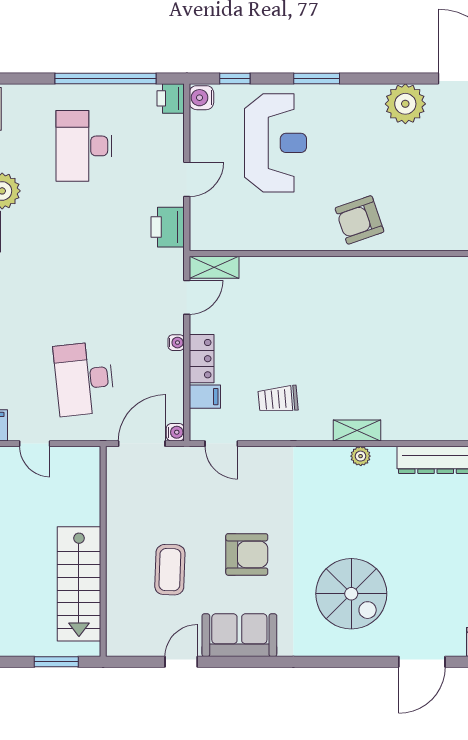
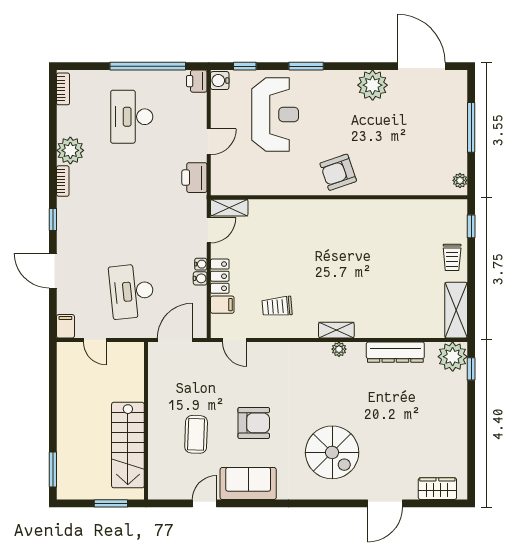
water cooler: (175, 432) -> (200, 278), moved

